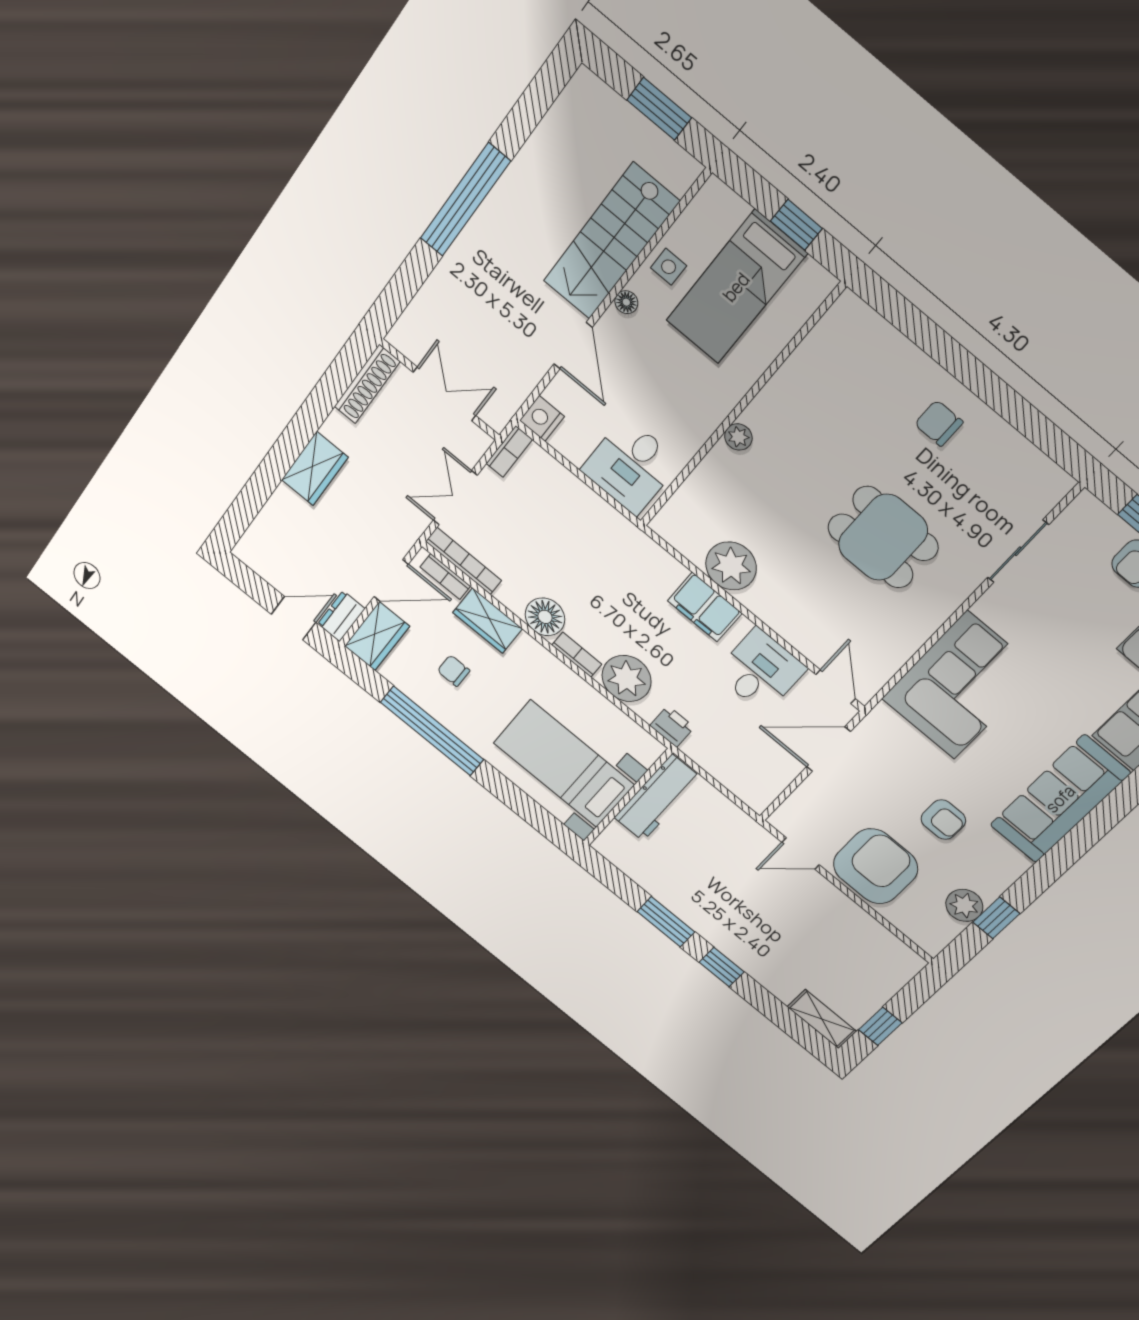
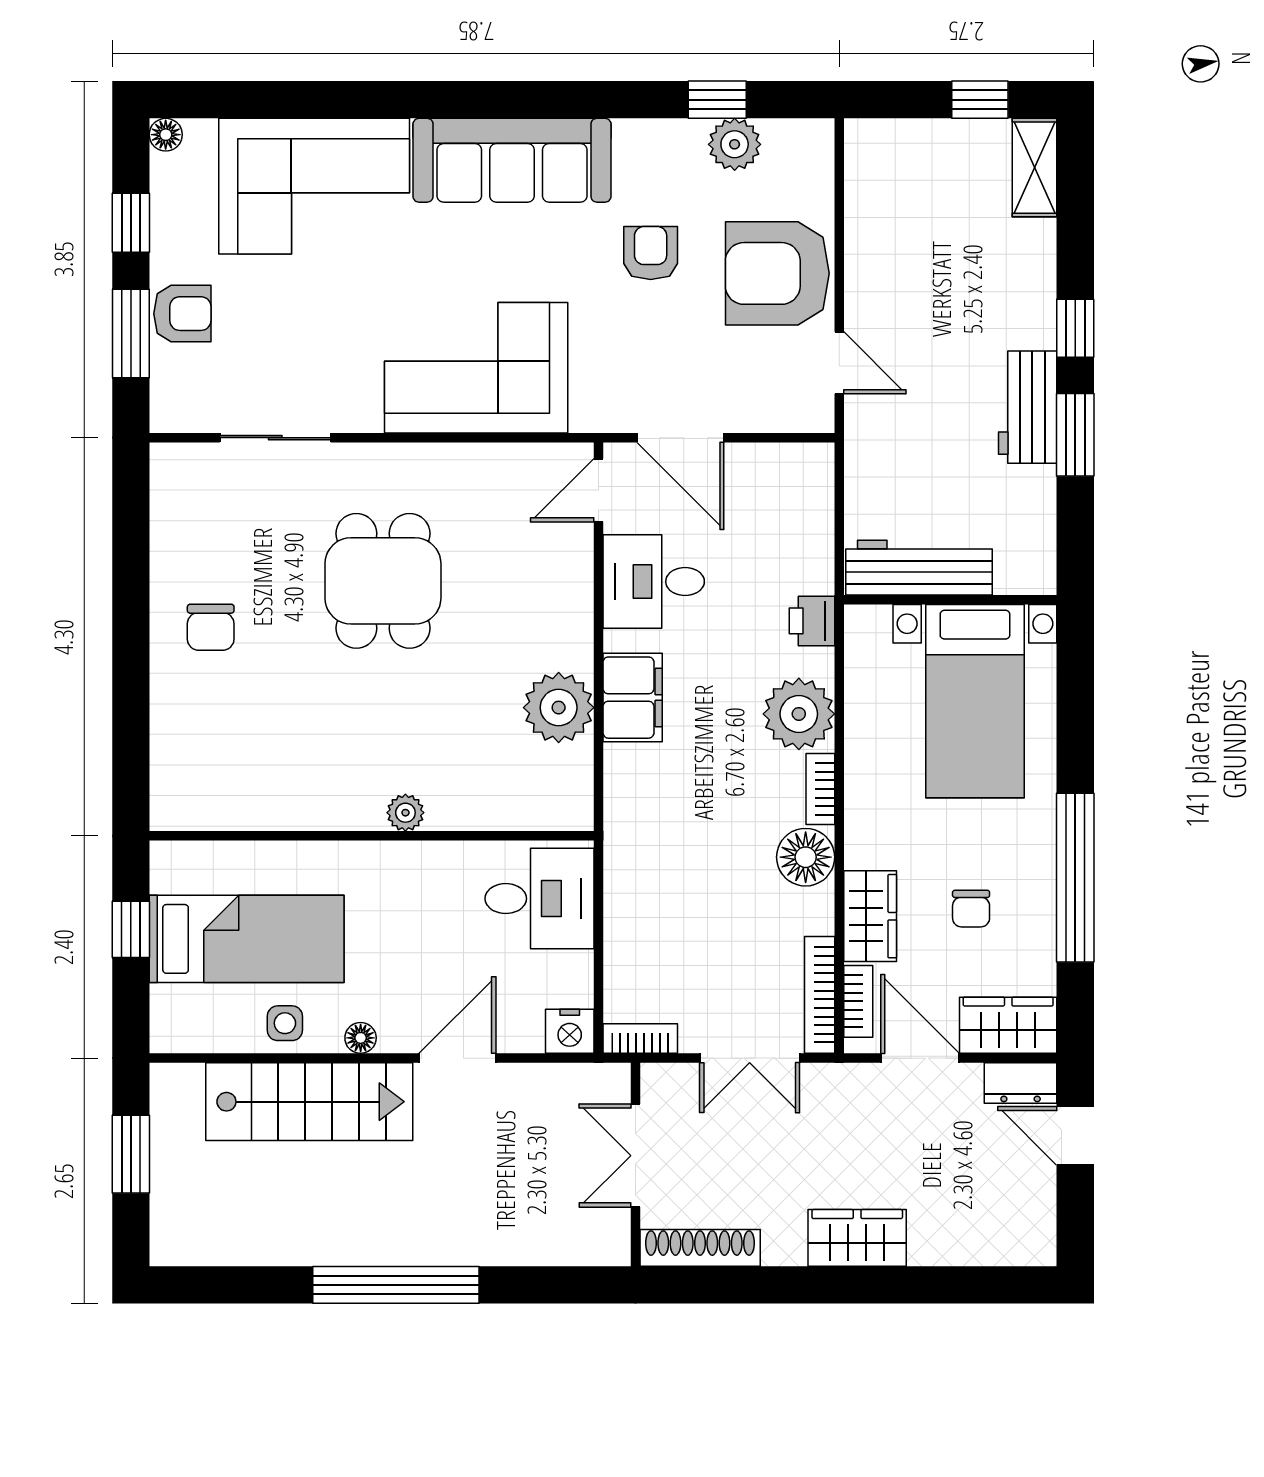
workbench: (699, 914) -> (1028, 407), added

